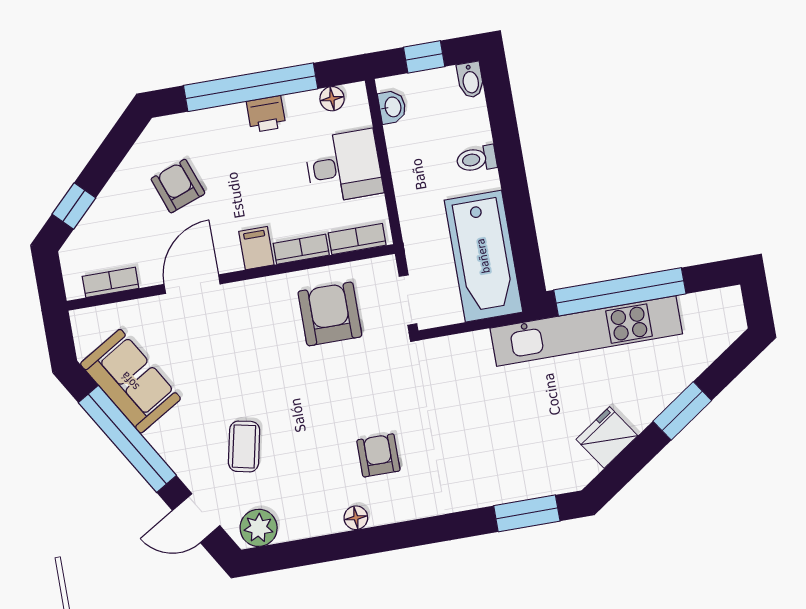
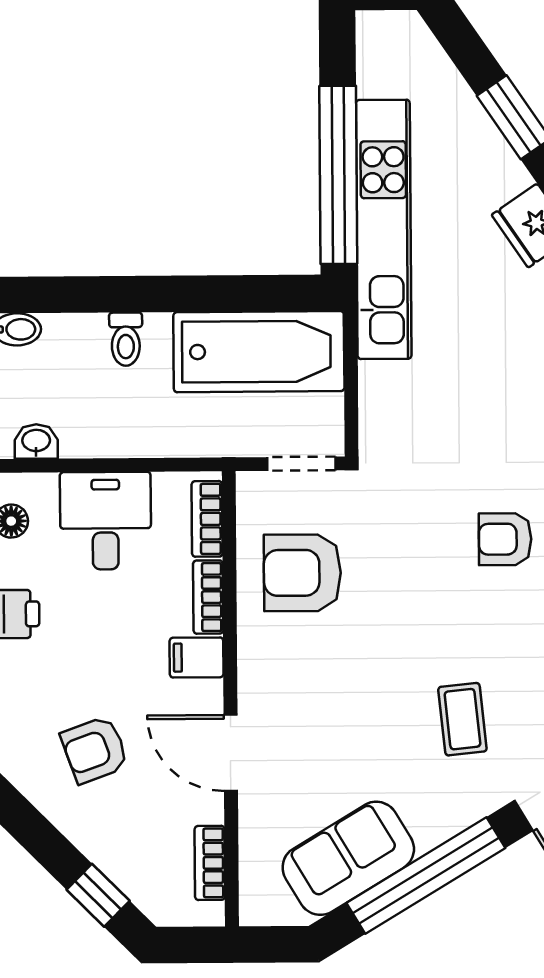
coffee table: (244, 446) -> (462, 719), turned 72

